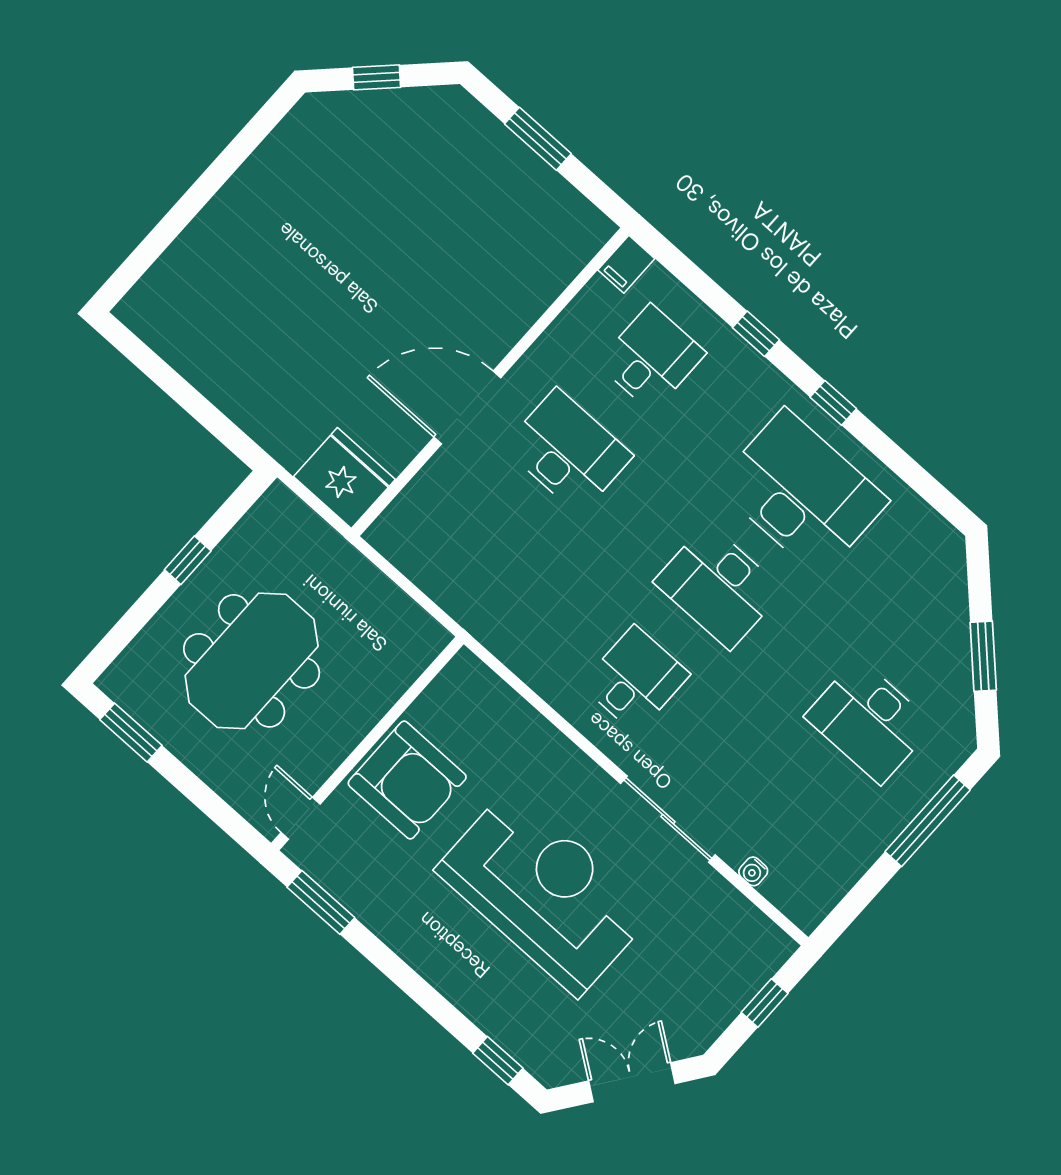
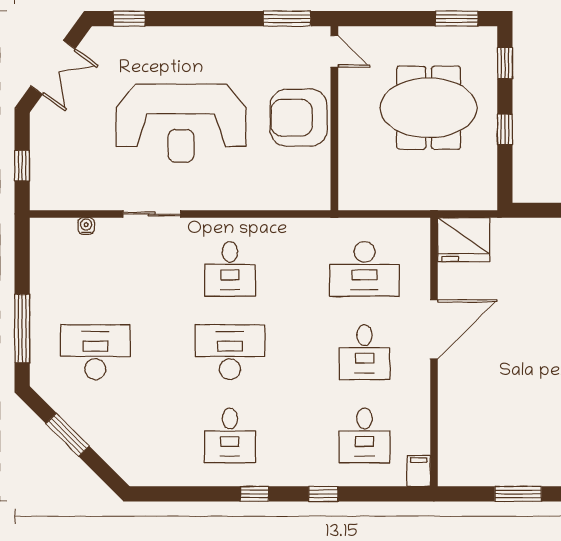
desk: (568, 451) -> (365, 352), width x0.73
desk: (802, 493) -> (230, 435), width x0.53, depth x0.77
desk: (485, 545) -> (365, 269), added
window: (121, 634) -> (505, 63), added
meeting table: (252, 661) -> (429, 108), turned 90
sliding door: (668, 819) -> (152, 214), width x0.73

